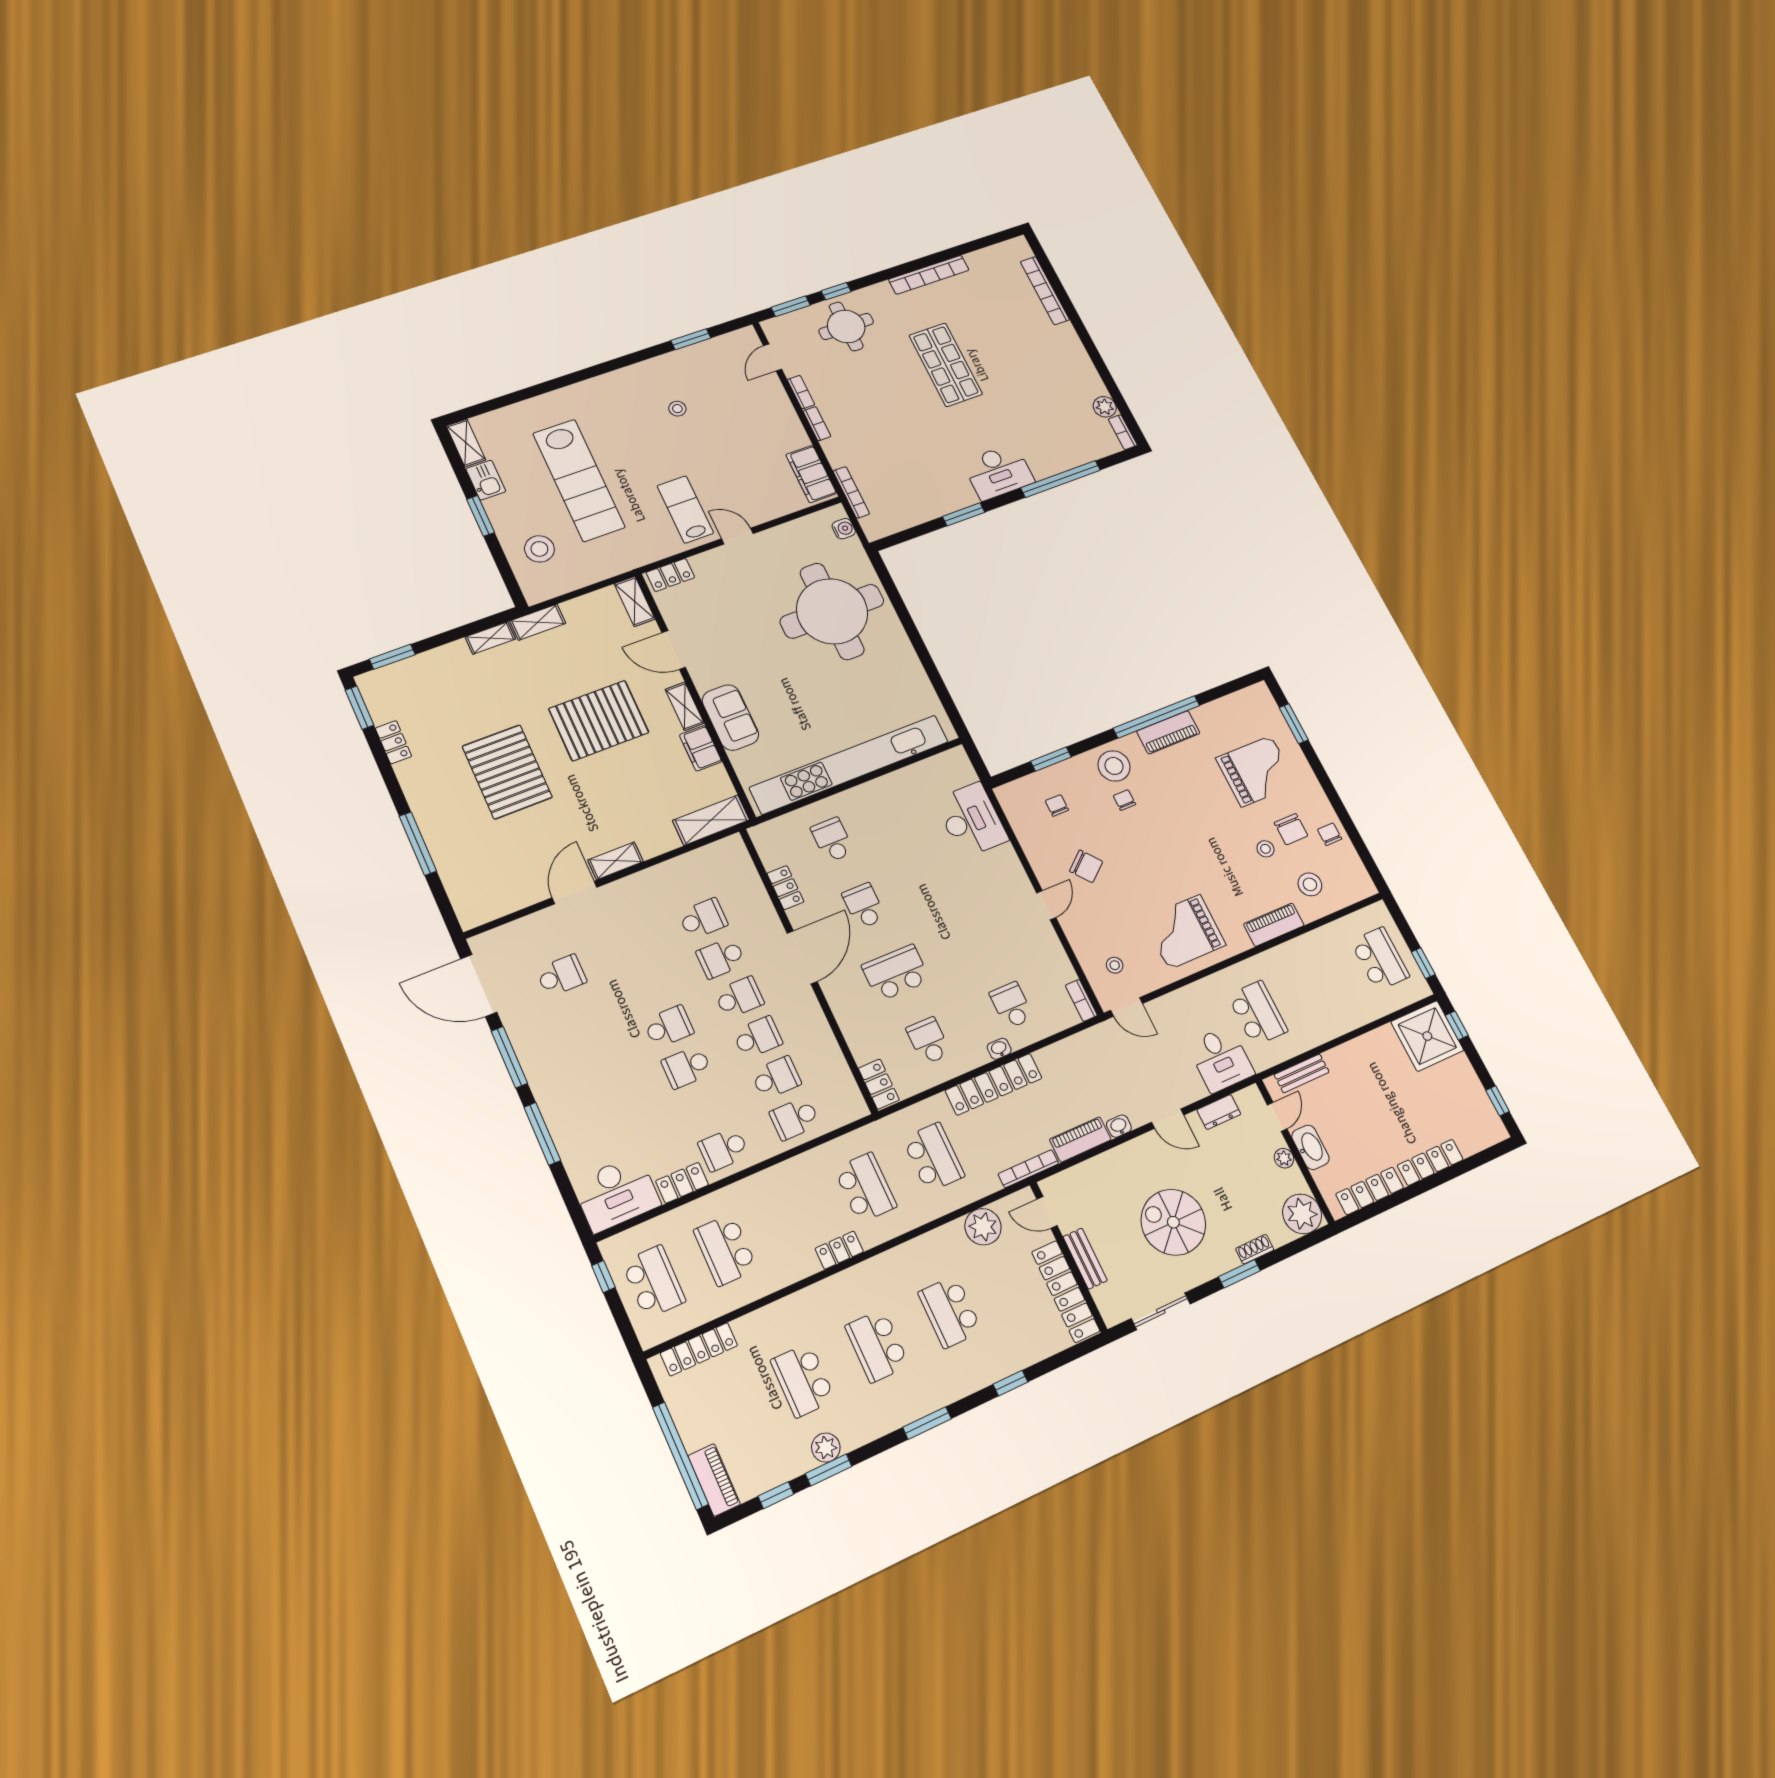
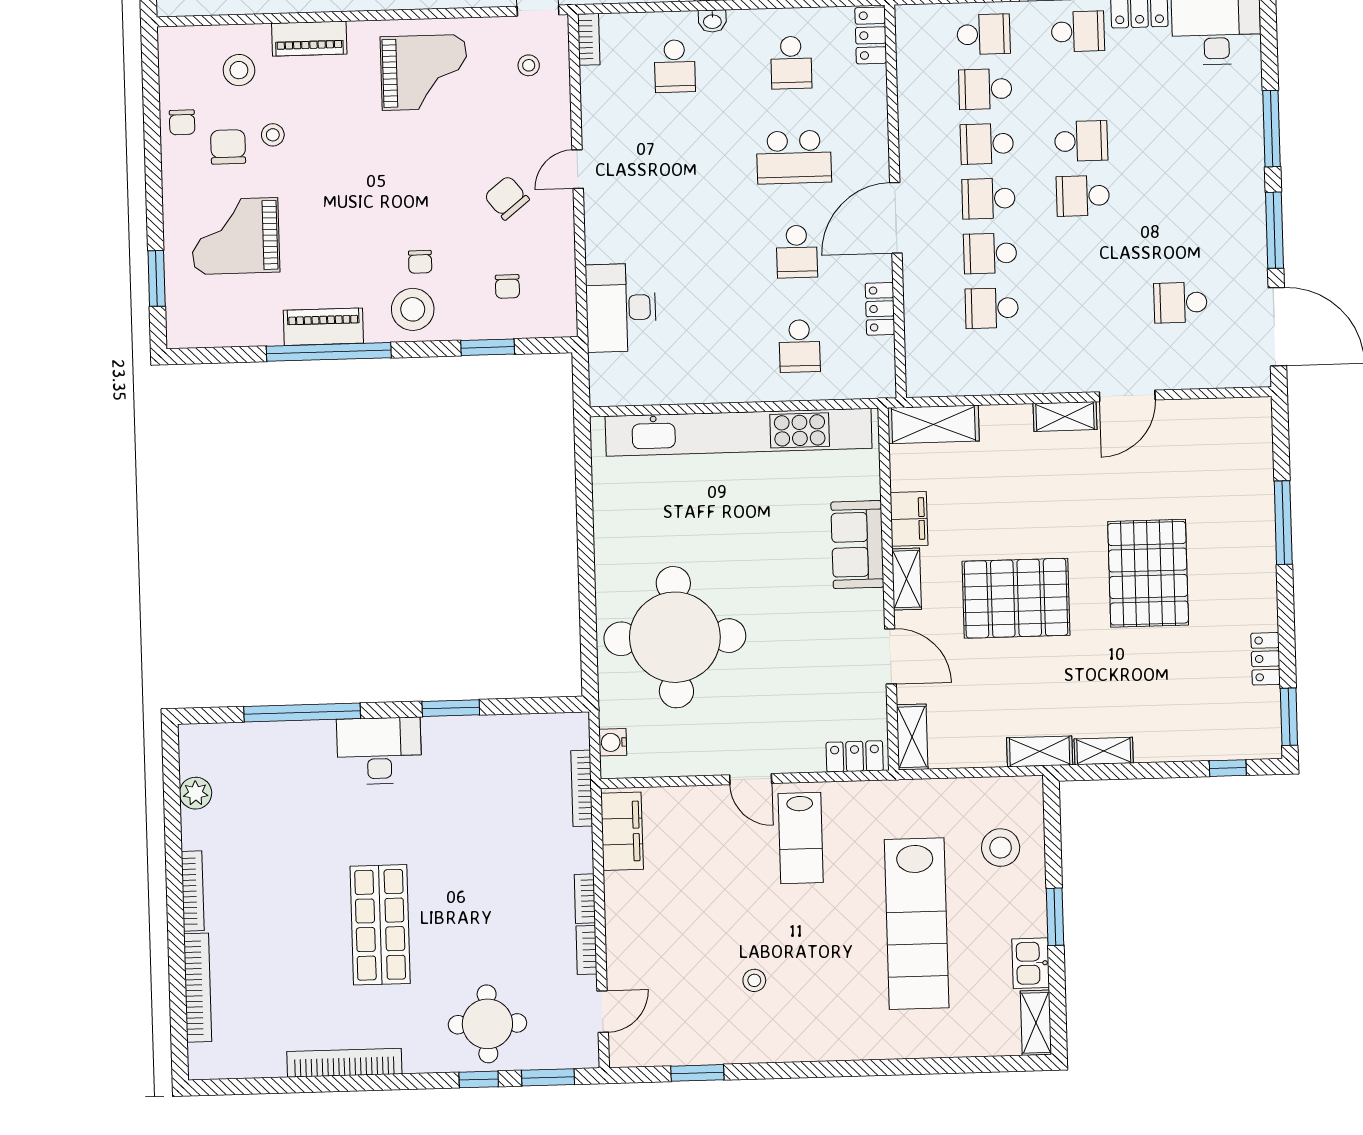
bookcase: (1123, 432) -> (193, 891), moved, width x1.56
lab bench: (579, 480) -> (917, 924), turned 180
window: (392, 657) -> (1228, 768), width x0.67
school desk: (721, 958) -> (990, 253), turned 180

